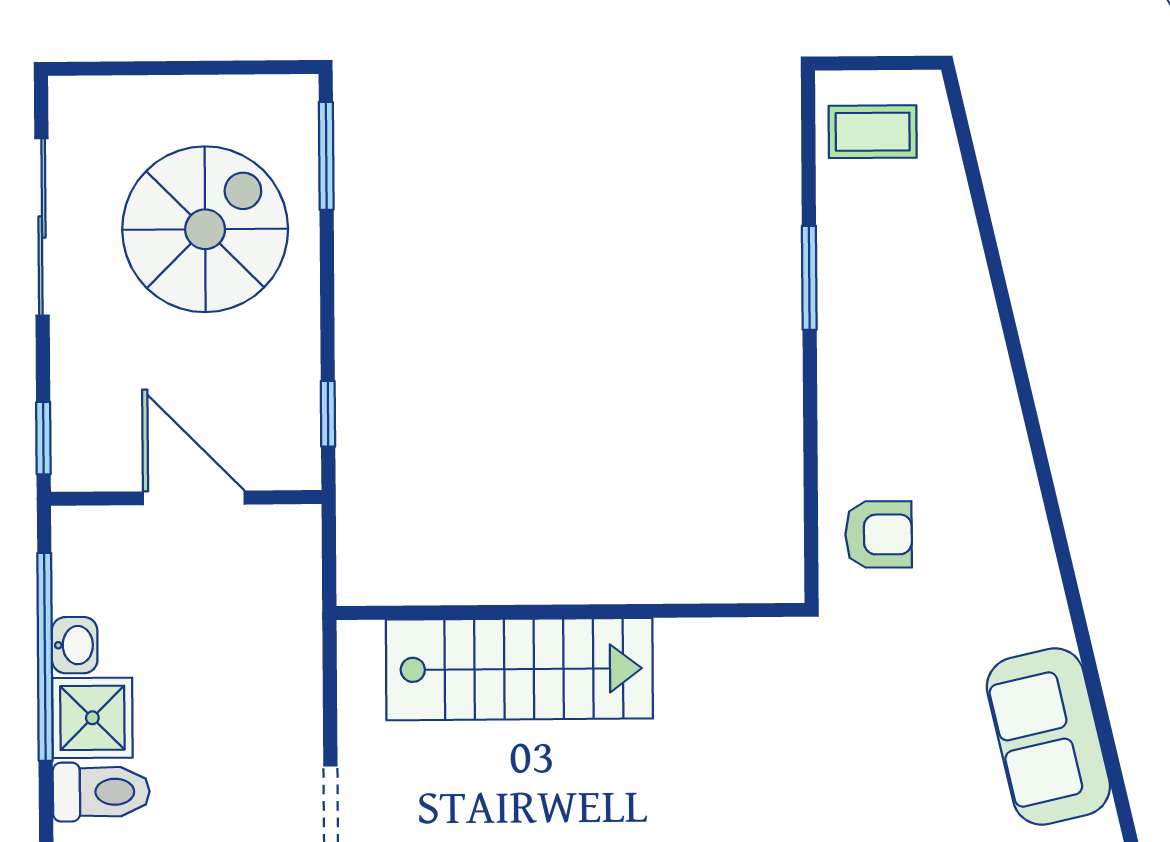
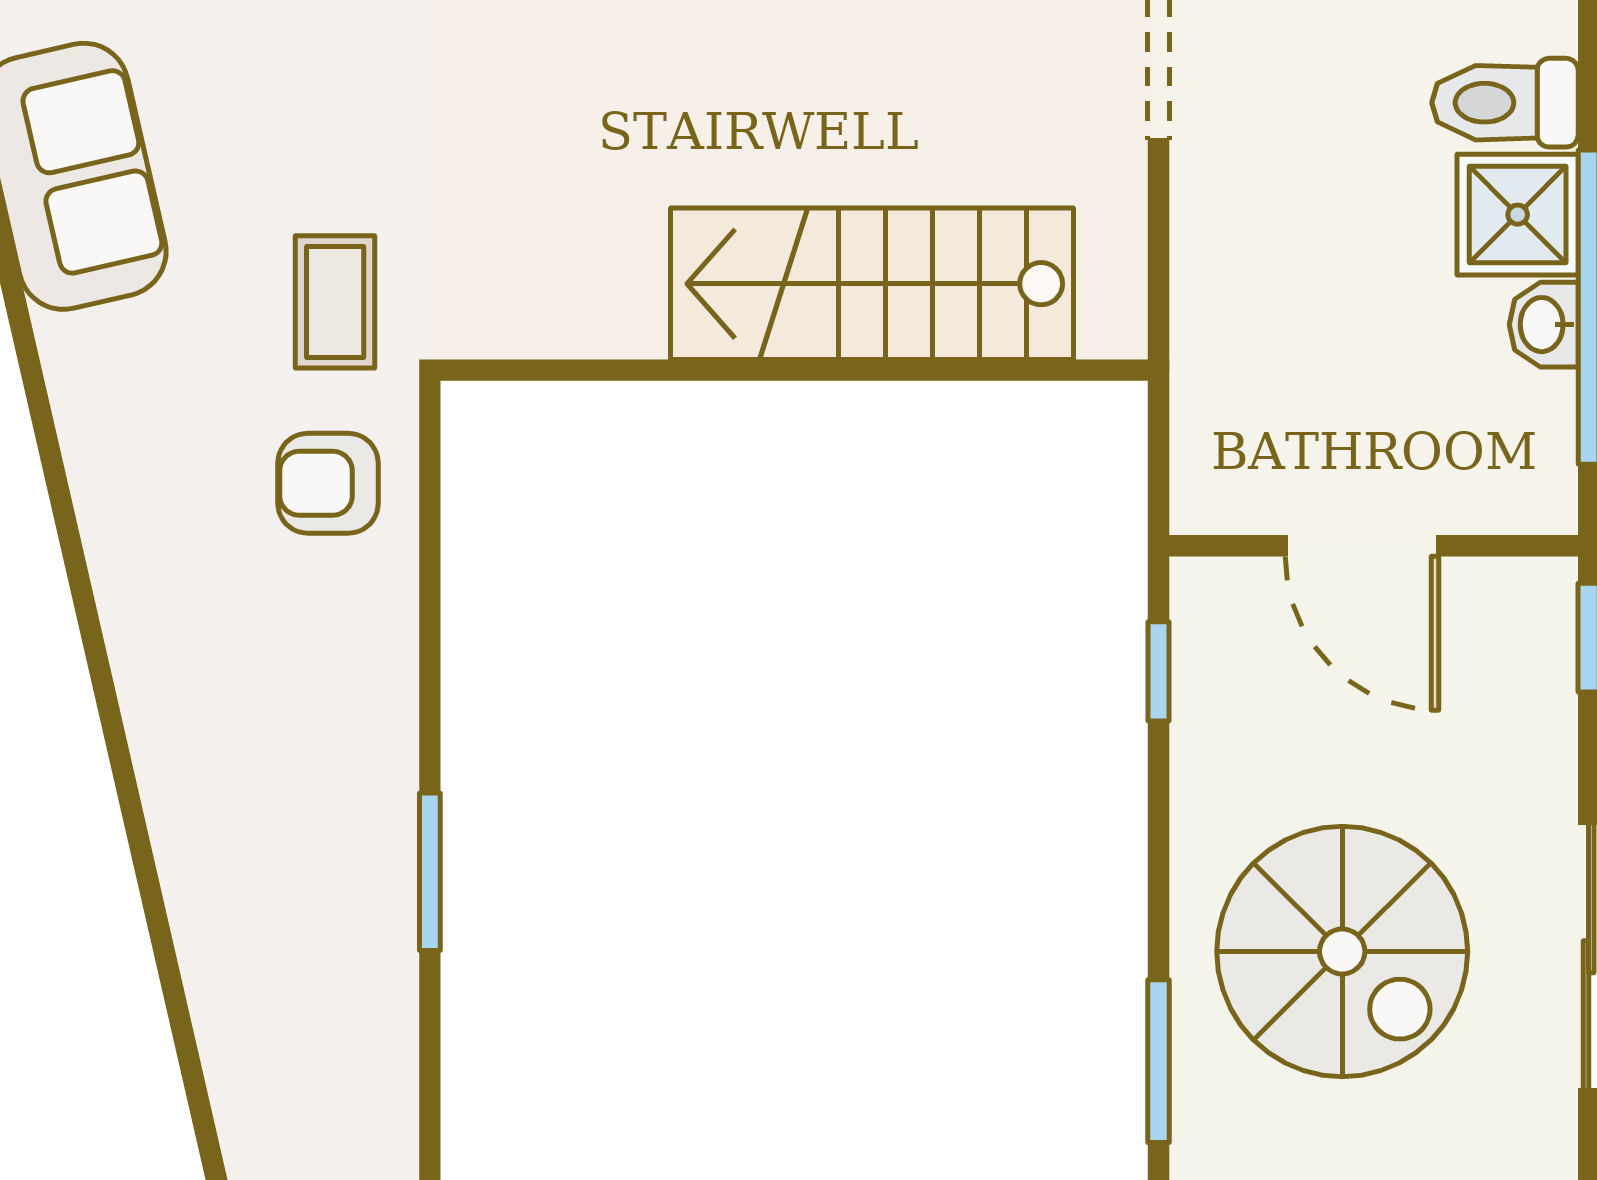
coffee table: (873, 132) -> (335, 302), moved, turned 90
spiral stairs: (205, 229) -> (1342, 951), turned -90

